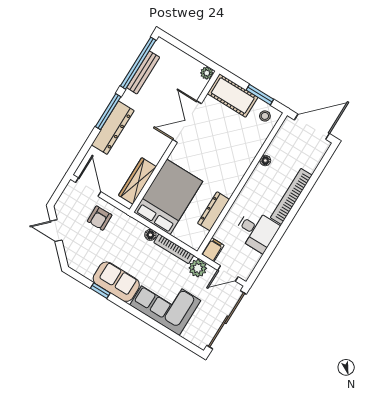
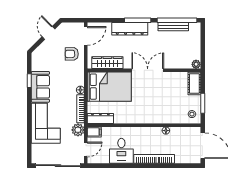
cot: (233, 96) -> (194, 84), width x0.73, depth x0.75
double door: (187, 122) -> (148, 70), moved
dresser: (214, 211) -> (100, 119), moved
door: (228, 273) -> (86, 150), swing flipped

